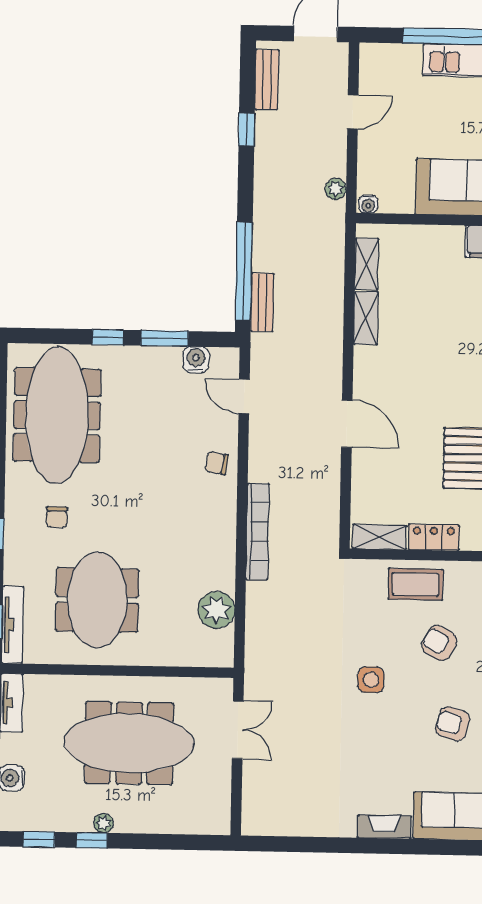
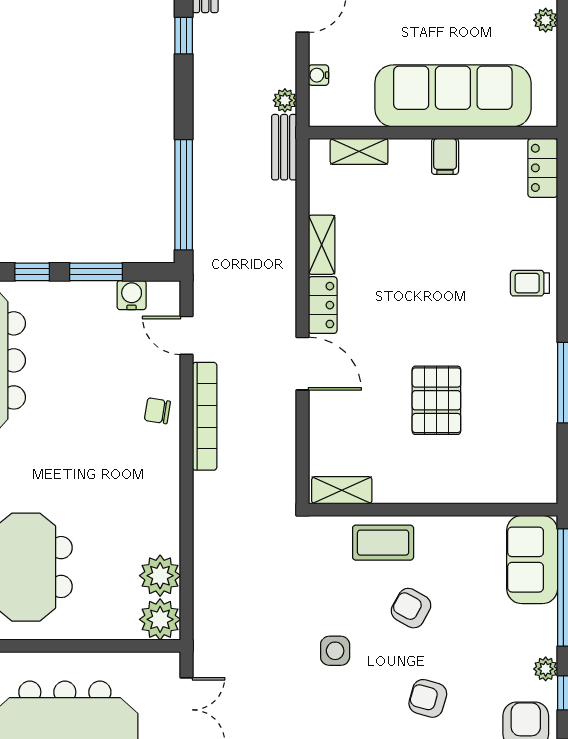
water cooler: (368, 204) -> (318, 75), moved, turned 90
shelving: (367, 264) -> (359, 151), moved, turned 90
bench: (262, 302) -> (284, 147), moved
bookcase: (258, 532) -> (205, 416), moved
locker: (434, 537) -> (323, 305), moved, turned 90
plant: (216, 649) -> (160, 619), added

